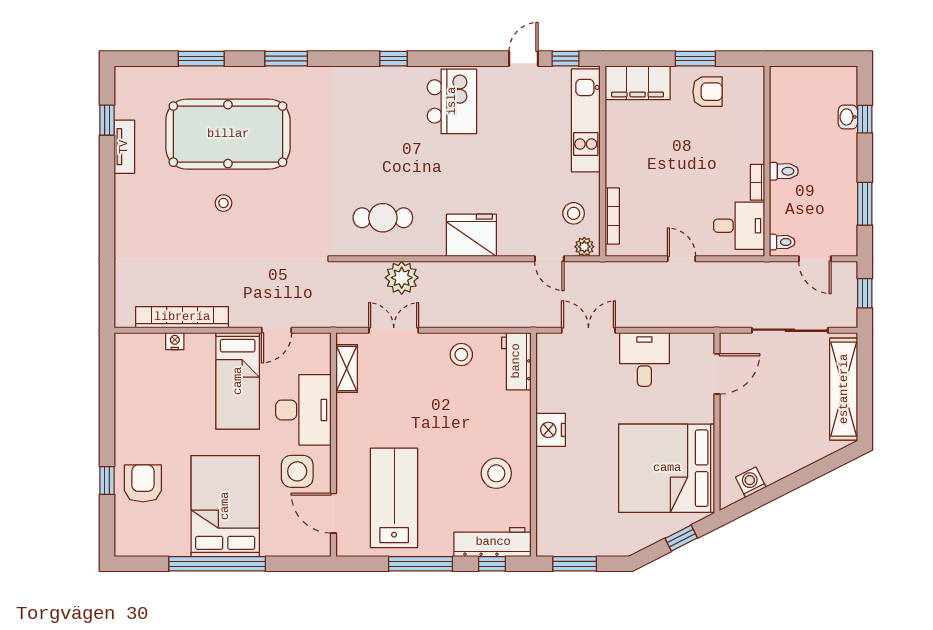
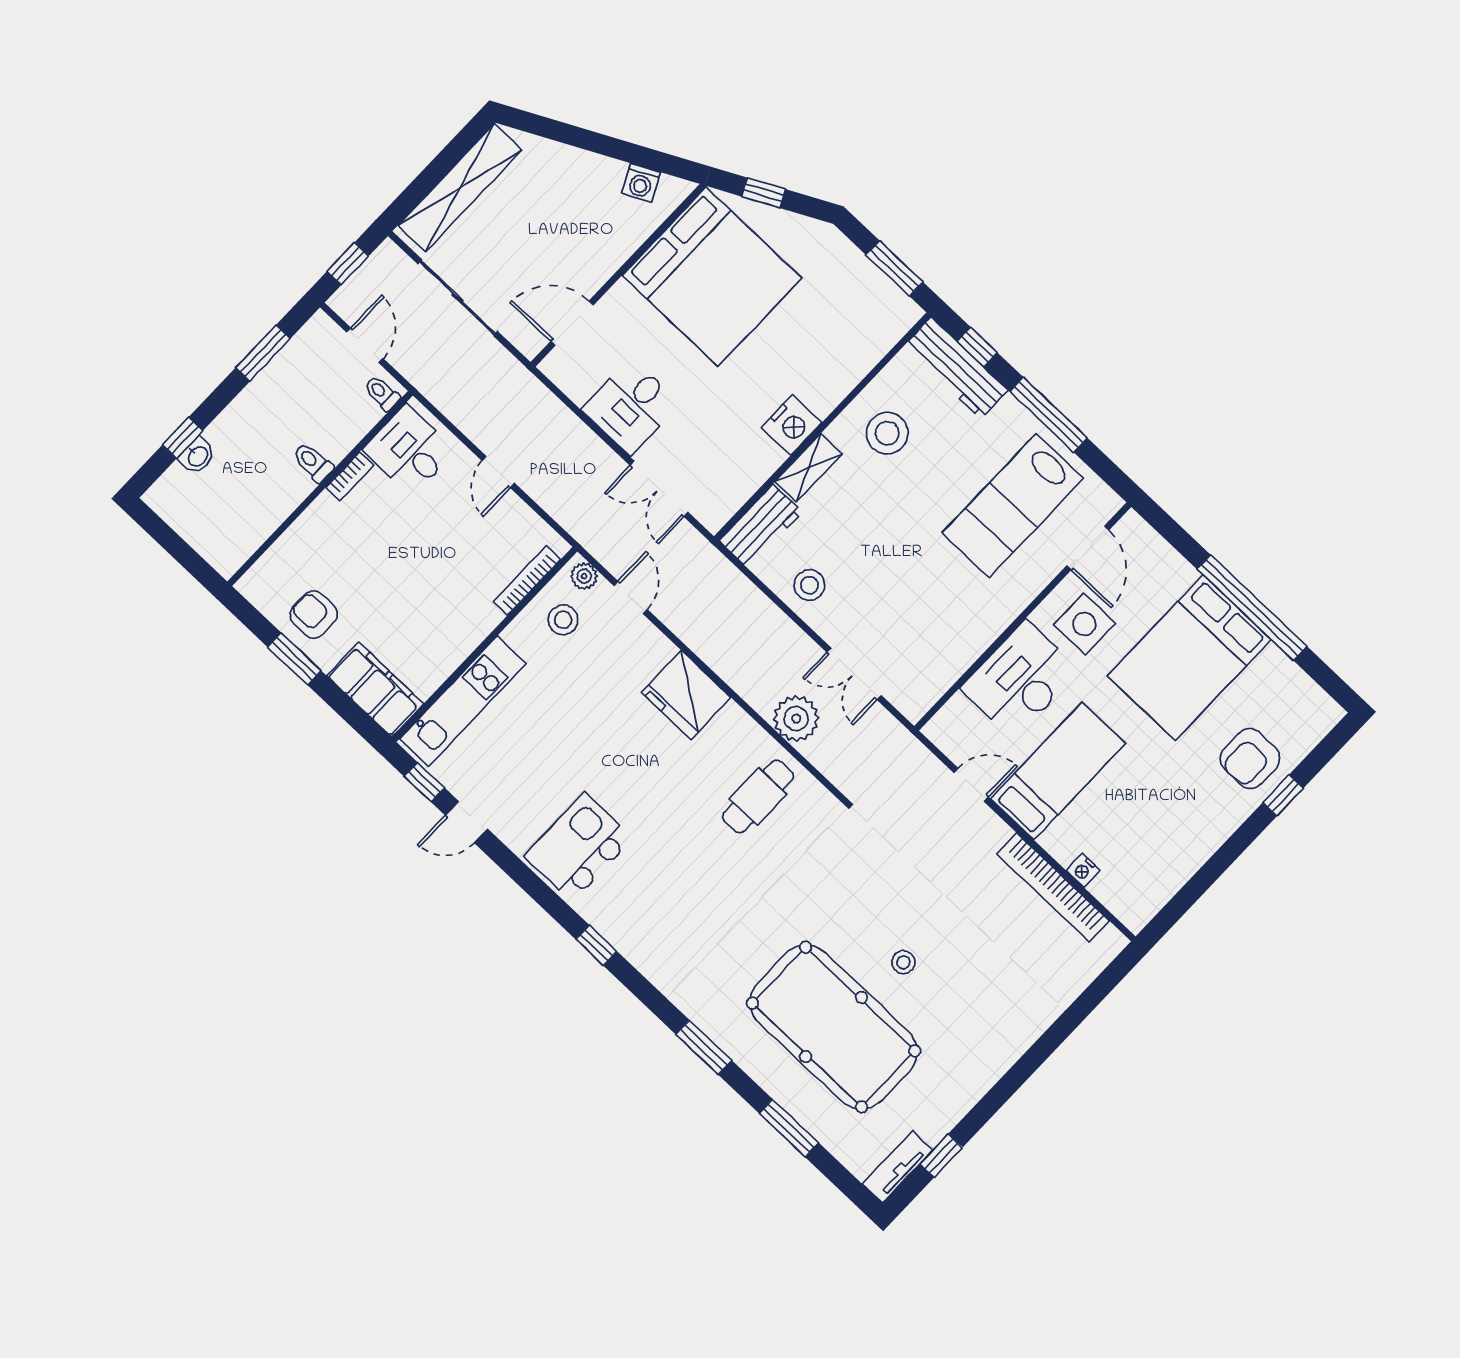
tv unit: (124, 147) -> (897, 1167), moved
cafe table: (383, 218) -> (758, 796), turned 90
shelving: (347, 369) -> (808, 468), moved

